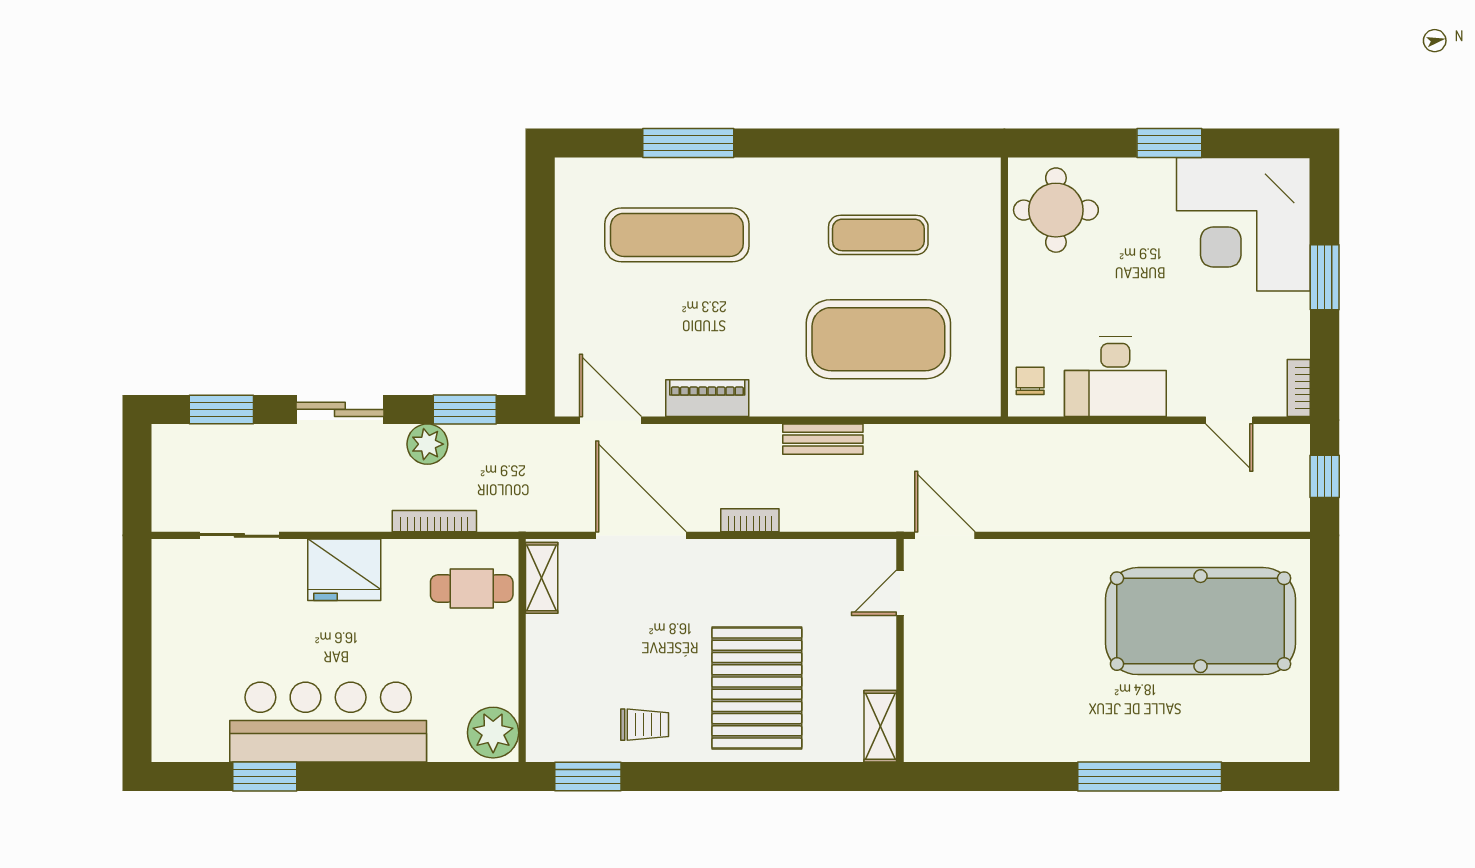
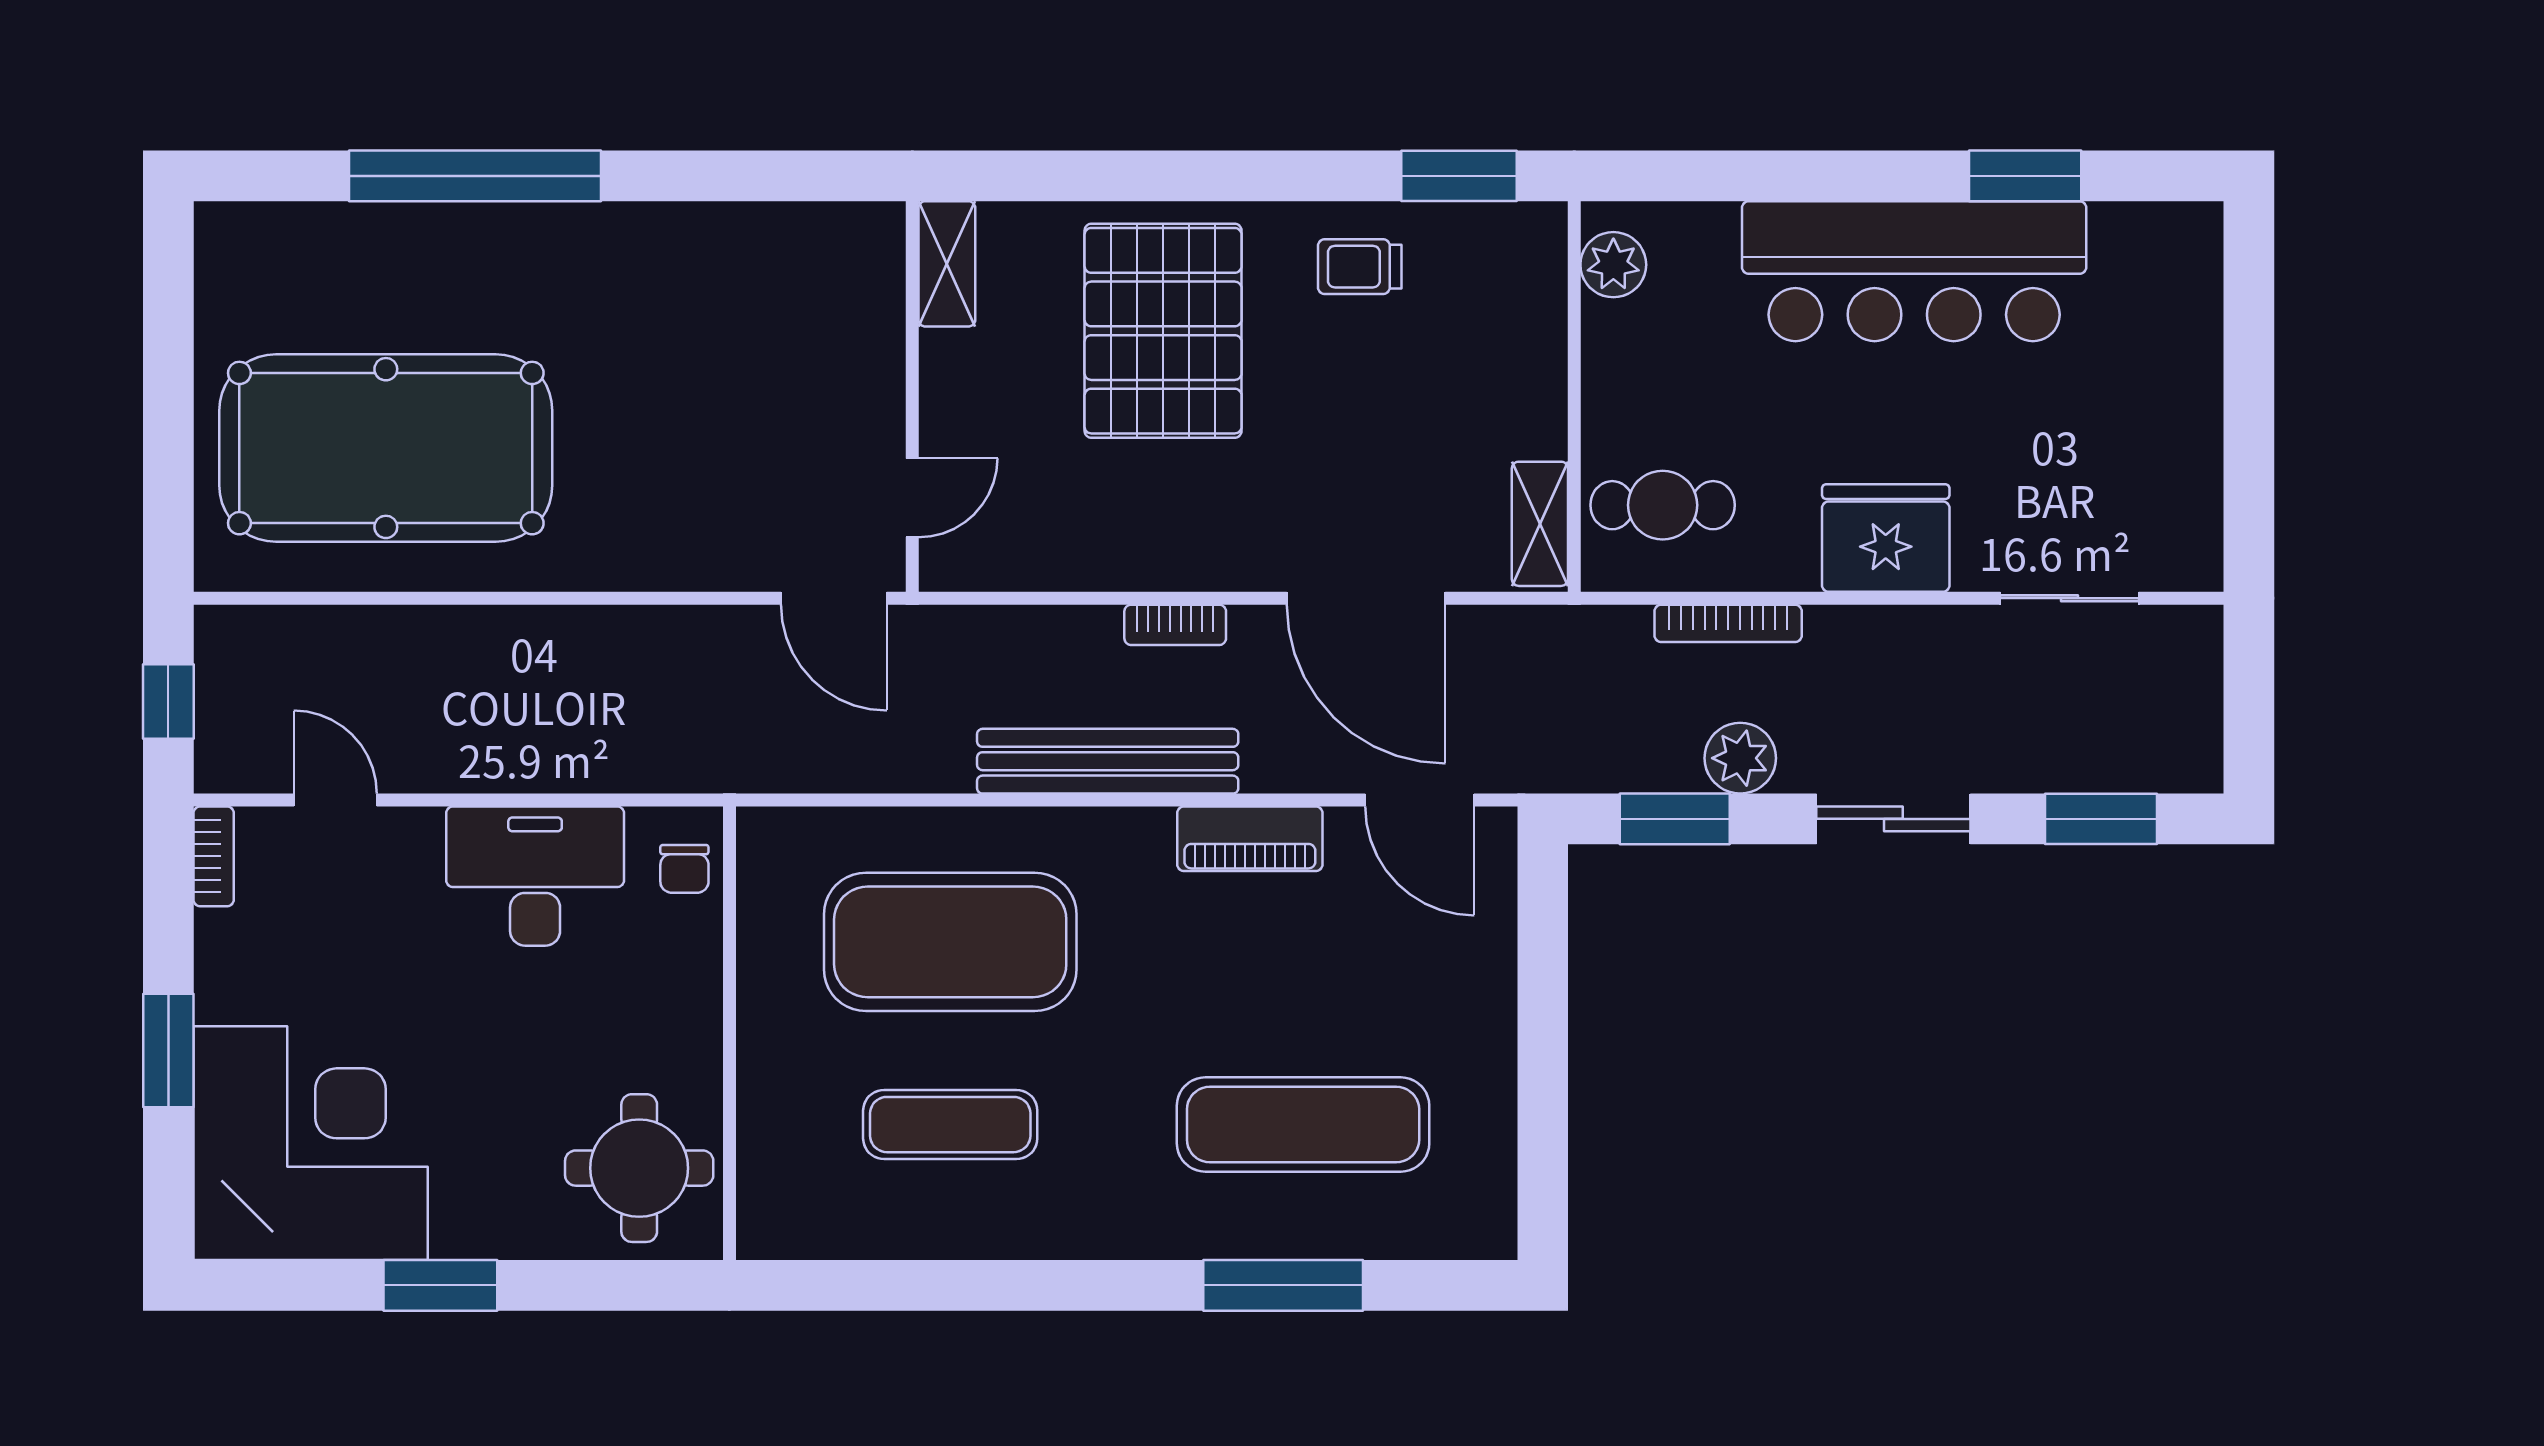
bench: (823, 439) -> (1108, 761), width x1.86, depth x1.21
plant: (493, 733) -> (1613, 265), width x0.73, depth x0.73

